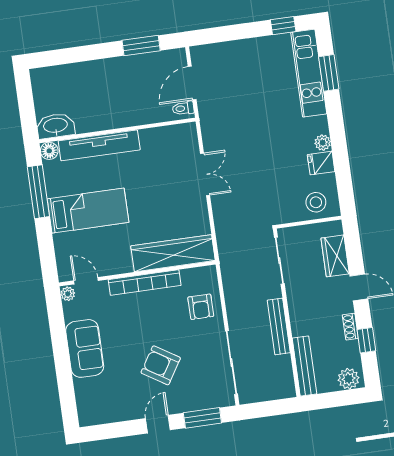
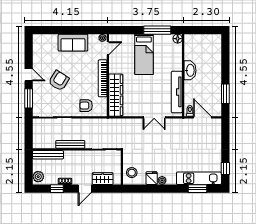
washbasin: (56, 126) -> (190, 70), moved
tv unit: (99, 145) -> (177, 92), moved

